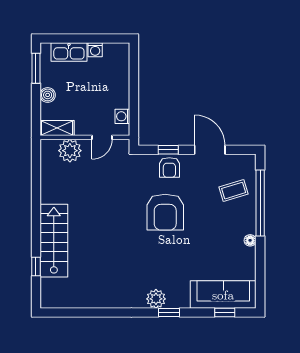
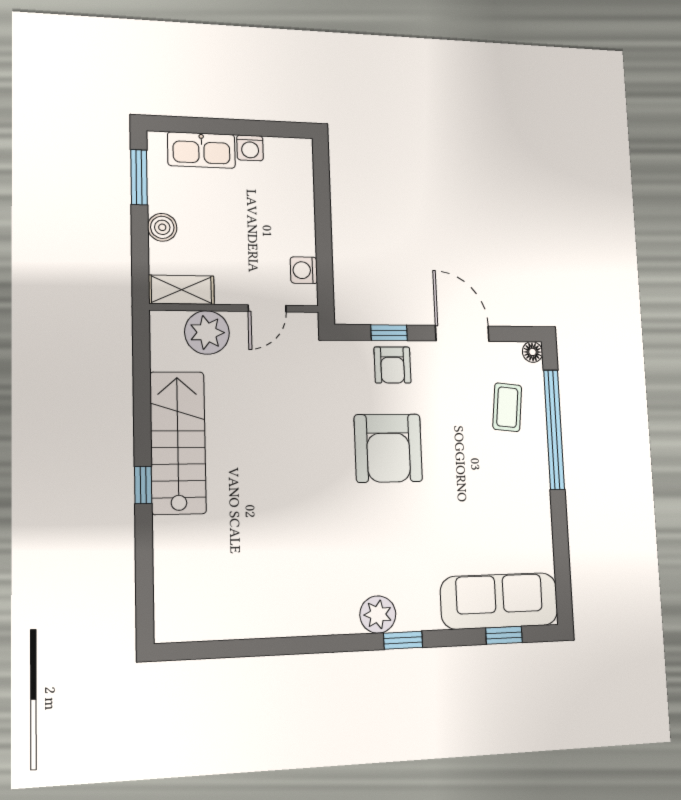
coffee table: (234, 191) -> (507, 407), turned -67
floor lamp: (250, 240) -> (533, 352), moved
stairs: (54, 241) -> (178, 443), moved
window: (36, 267) -> (143, 485), moved

